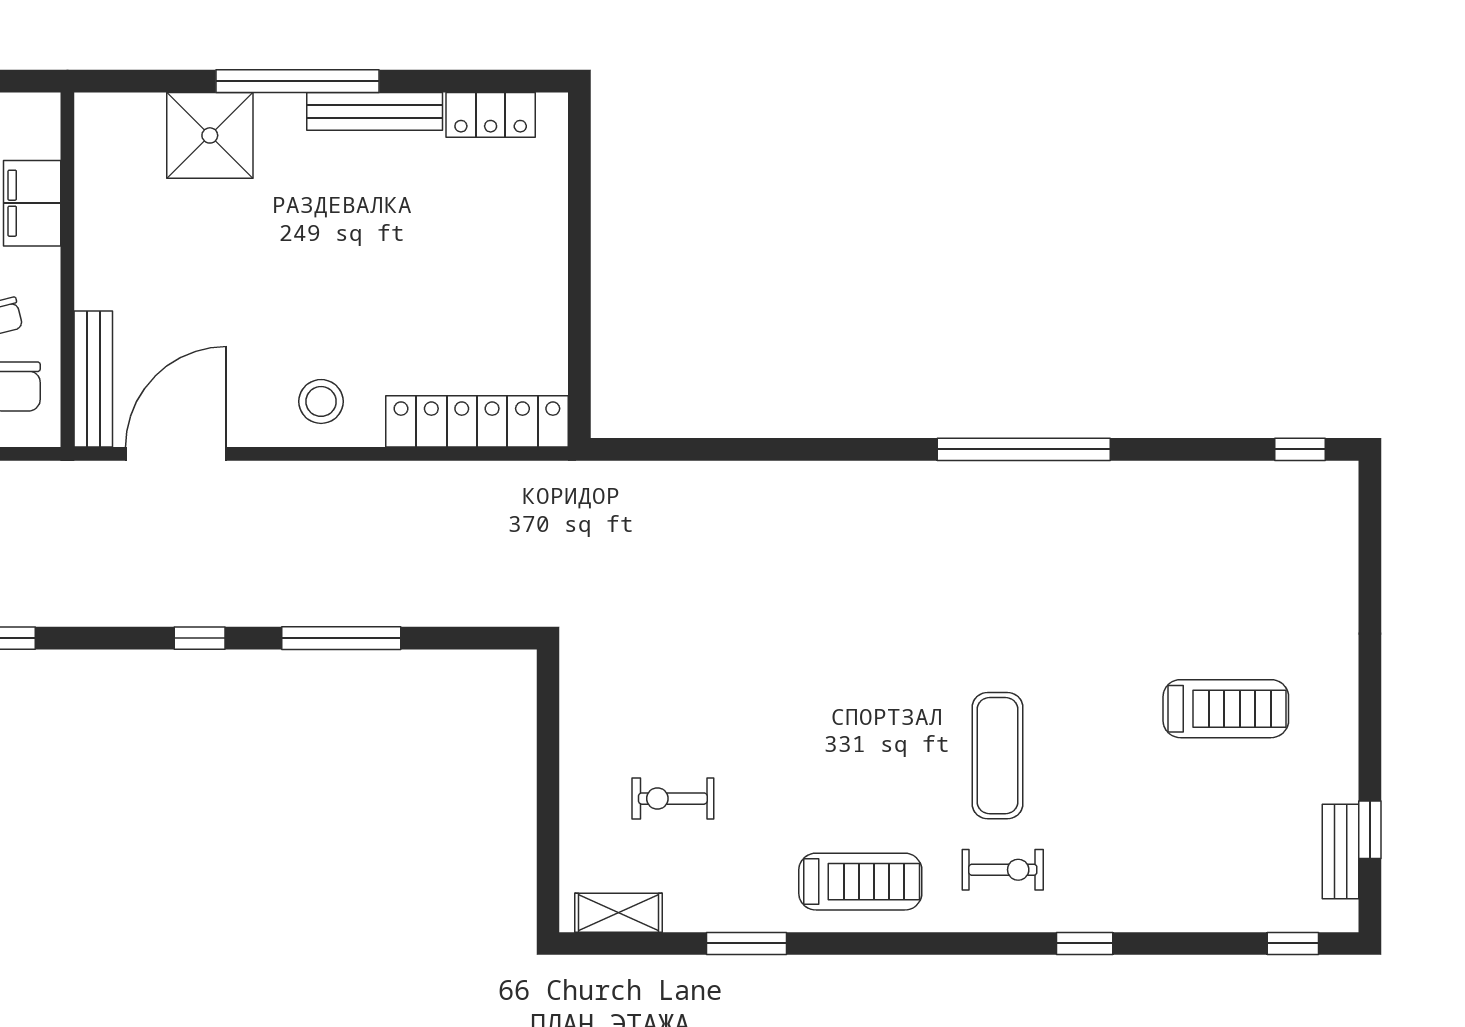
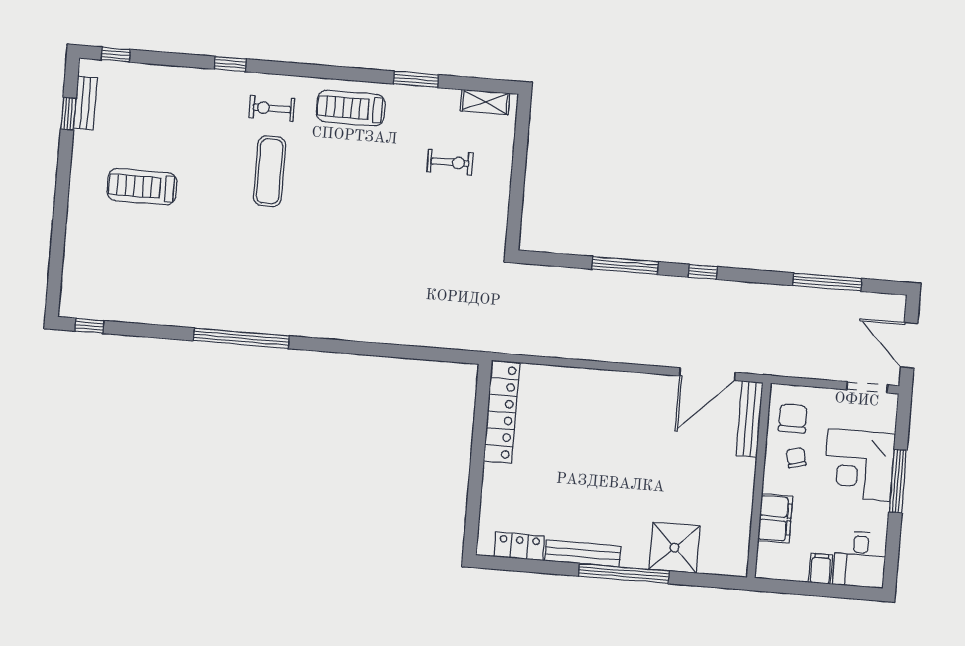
stool: (321, 401) -> (625, 396), removed
locker: (477, 421) -> (502, 412), moved, turned -90

